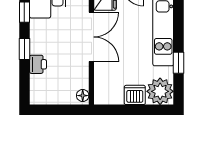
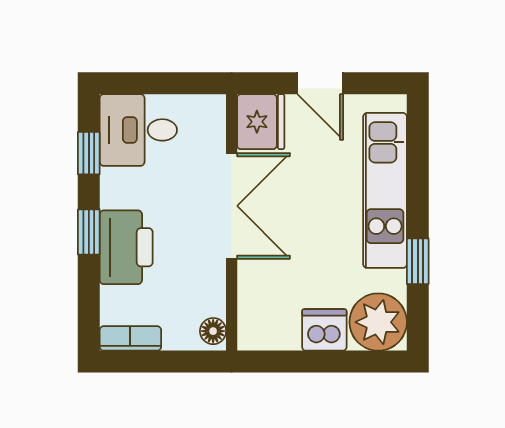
printer: (38, 64) -> (126, 247), width x1.87, depth x1.48
bookcase: (44, 99) -> (130, 338), added

